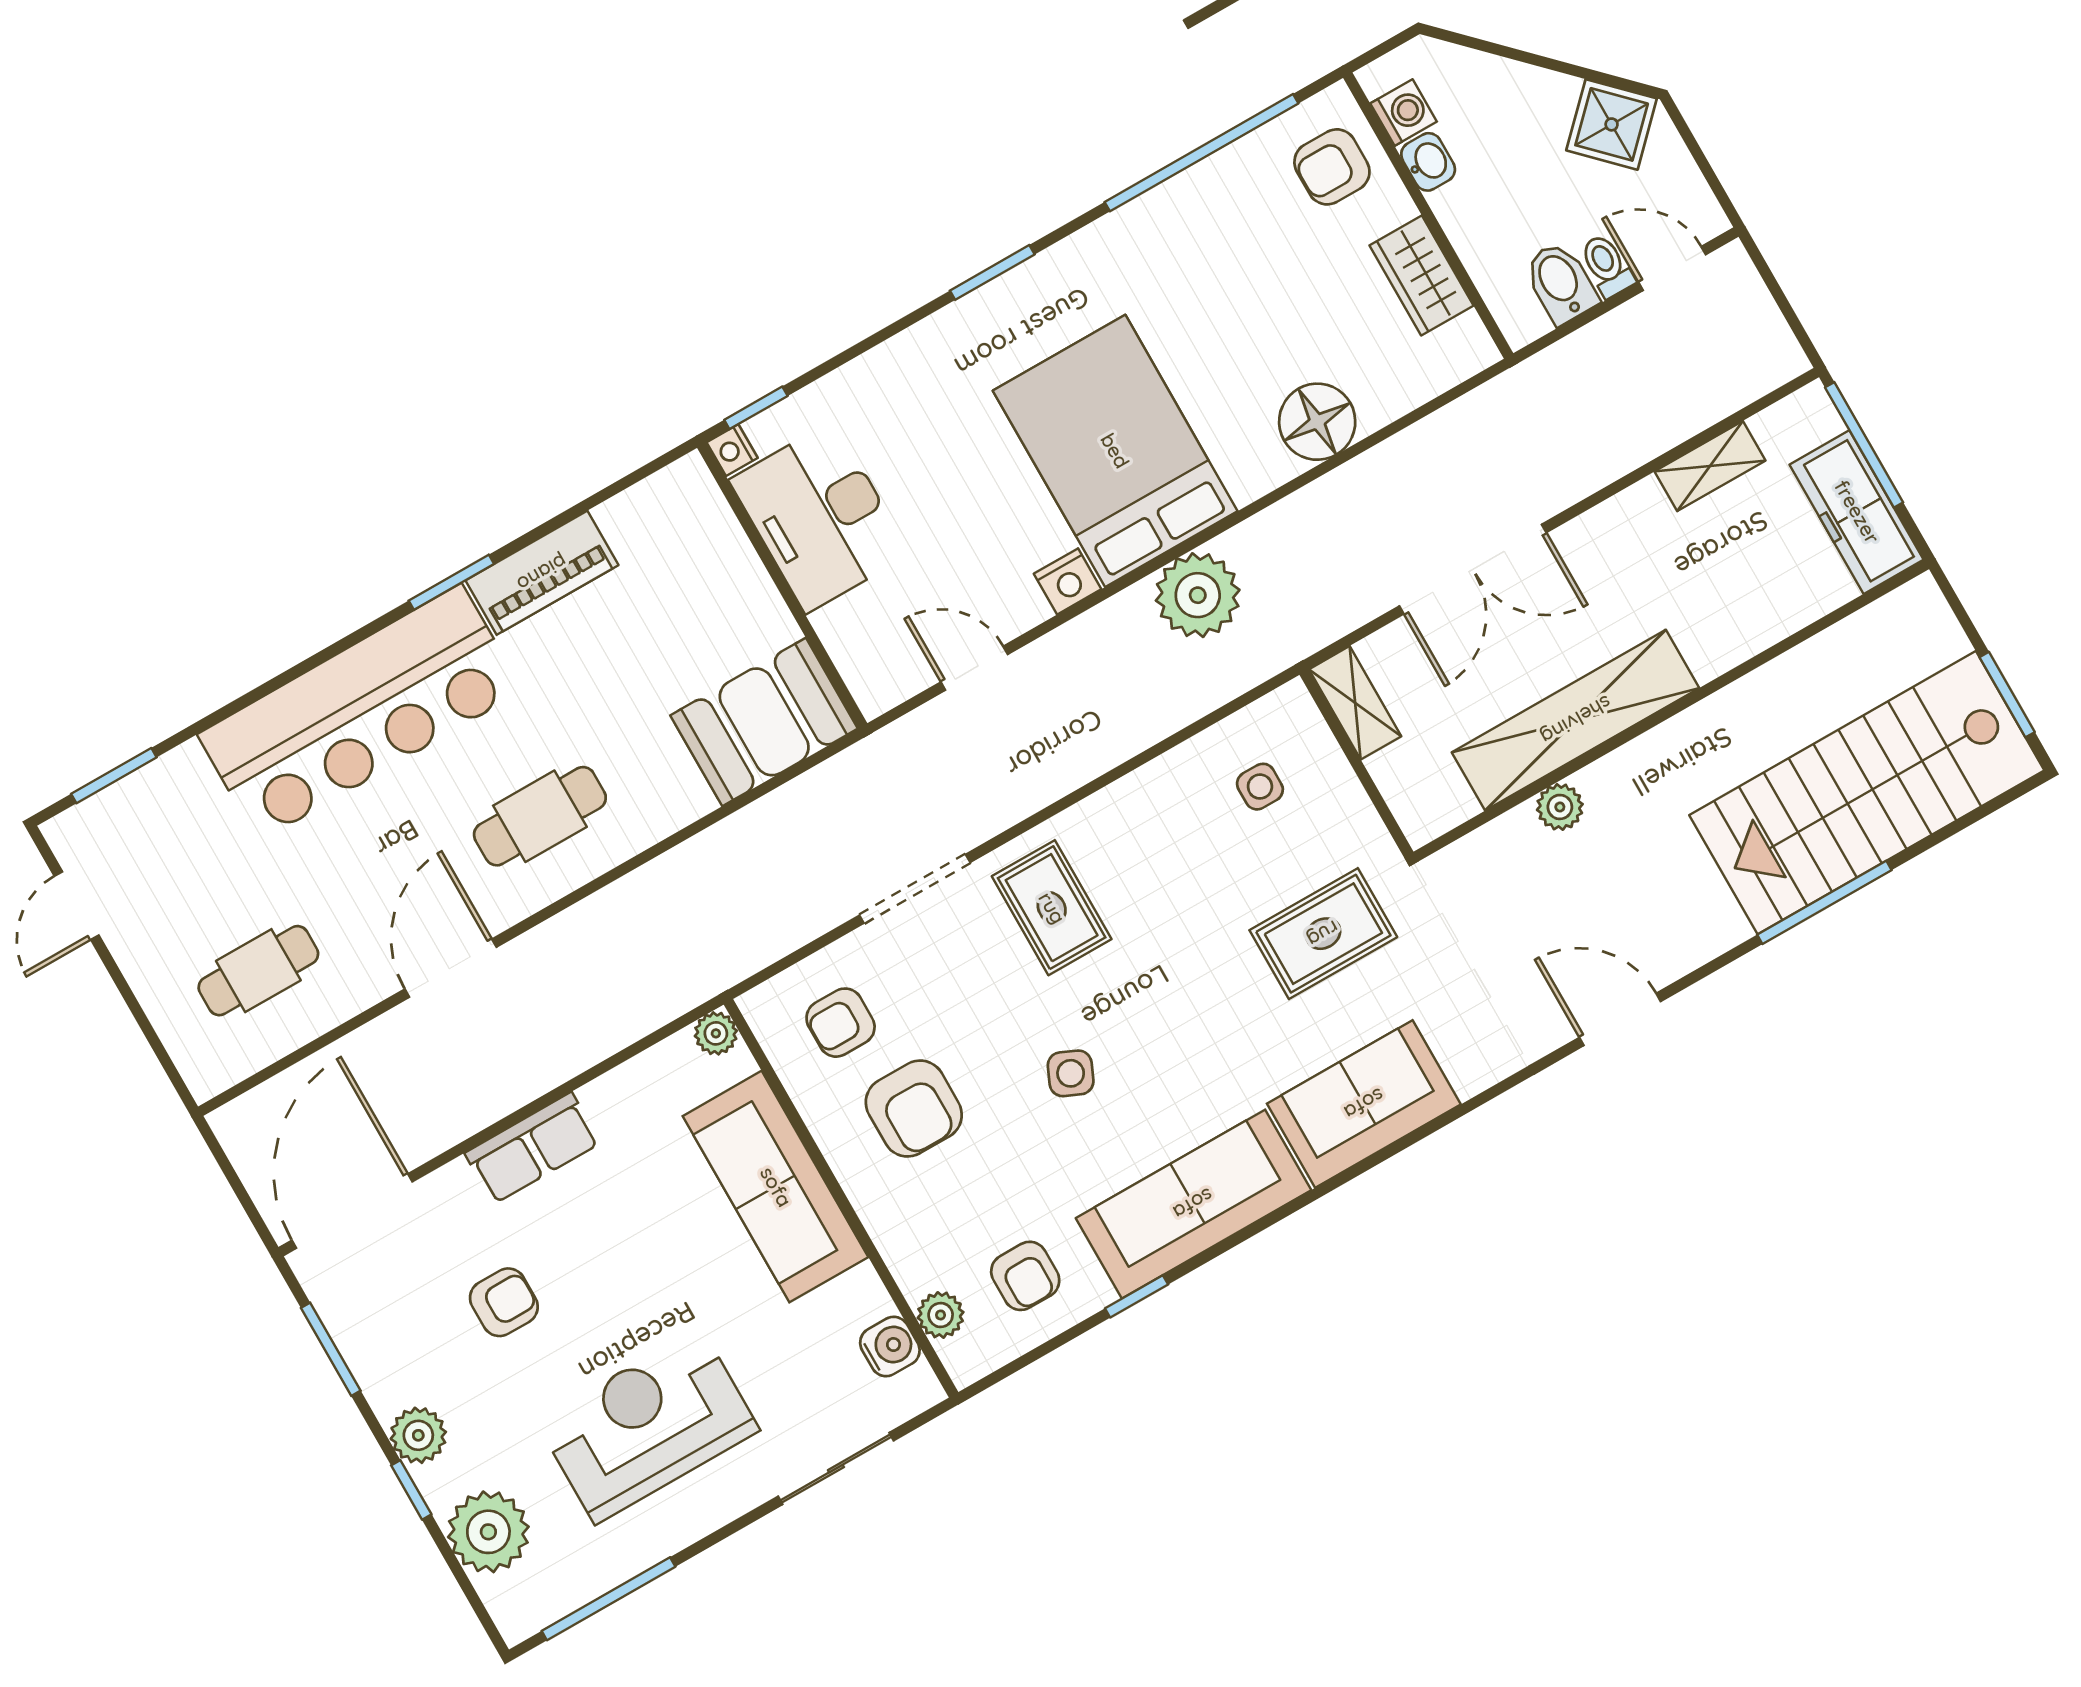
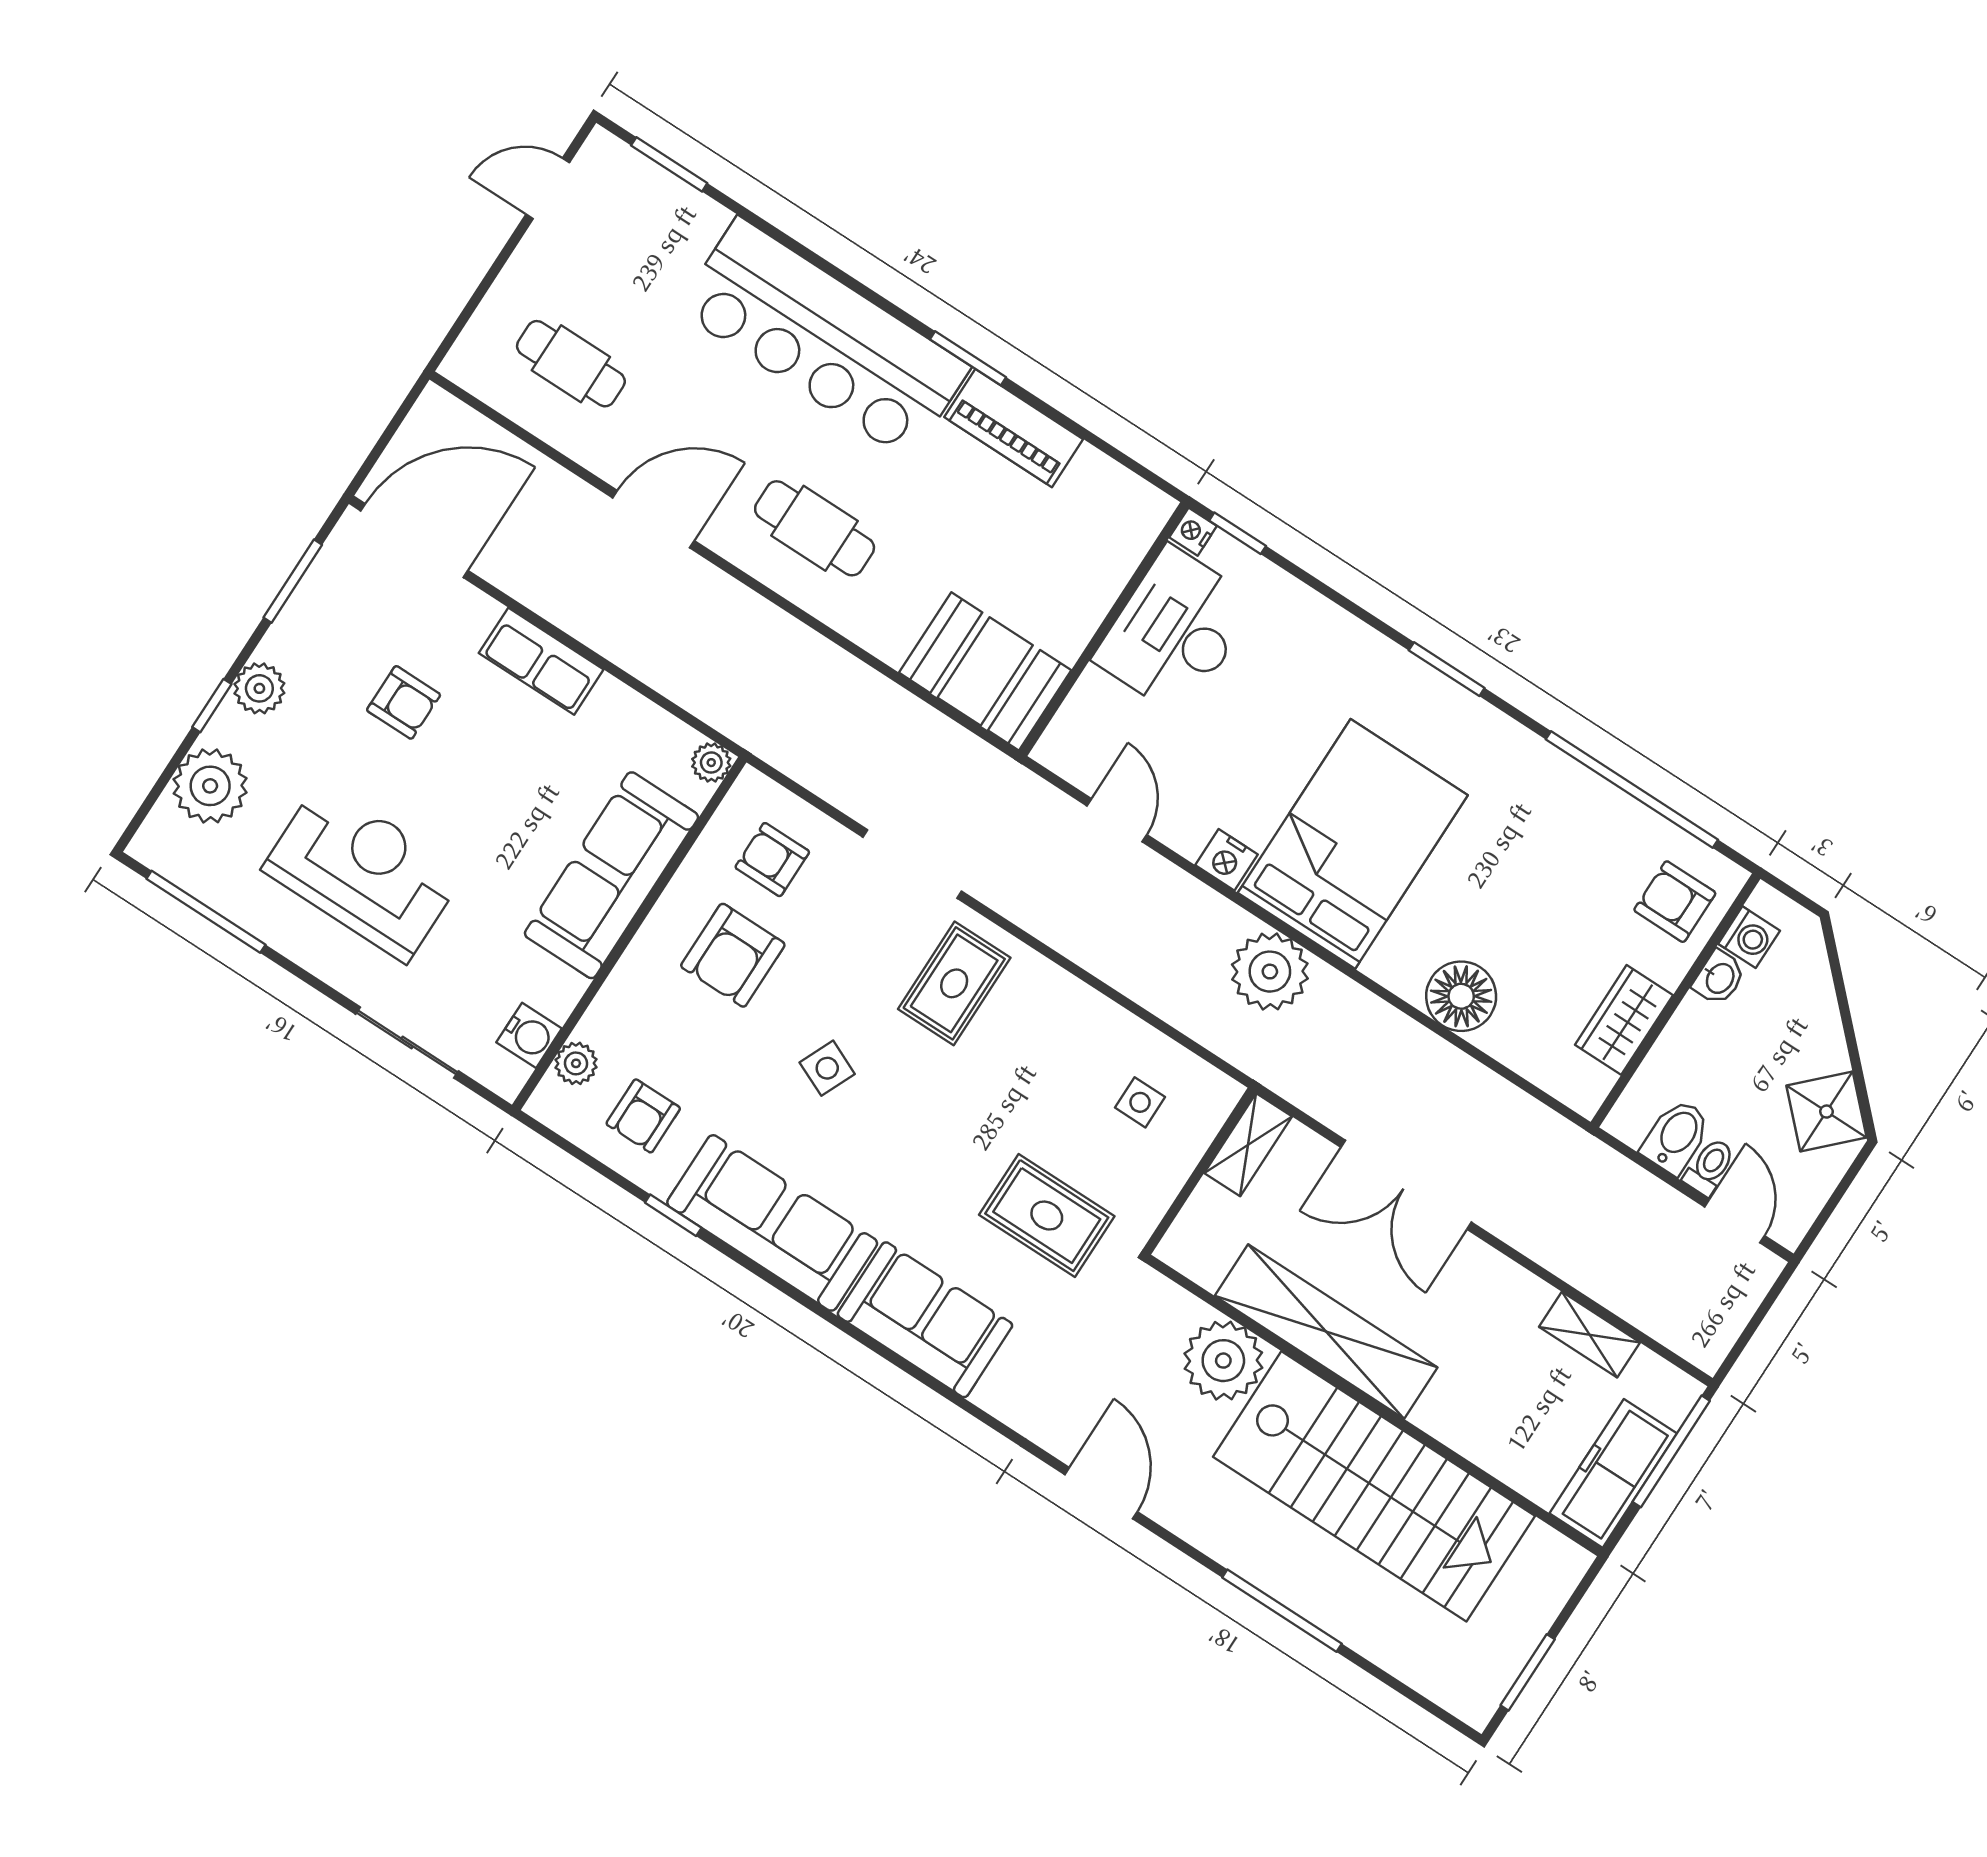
stairs: (1867, 793) -> (1374, 1486), moved, turned 180
plant: (1560, 807) -> (1223, 1361), width x1.87, depth x1.87

